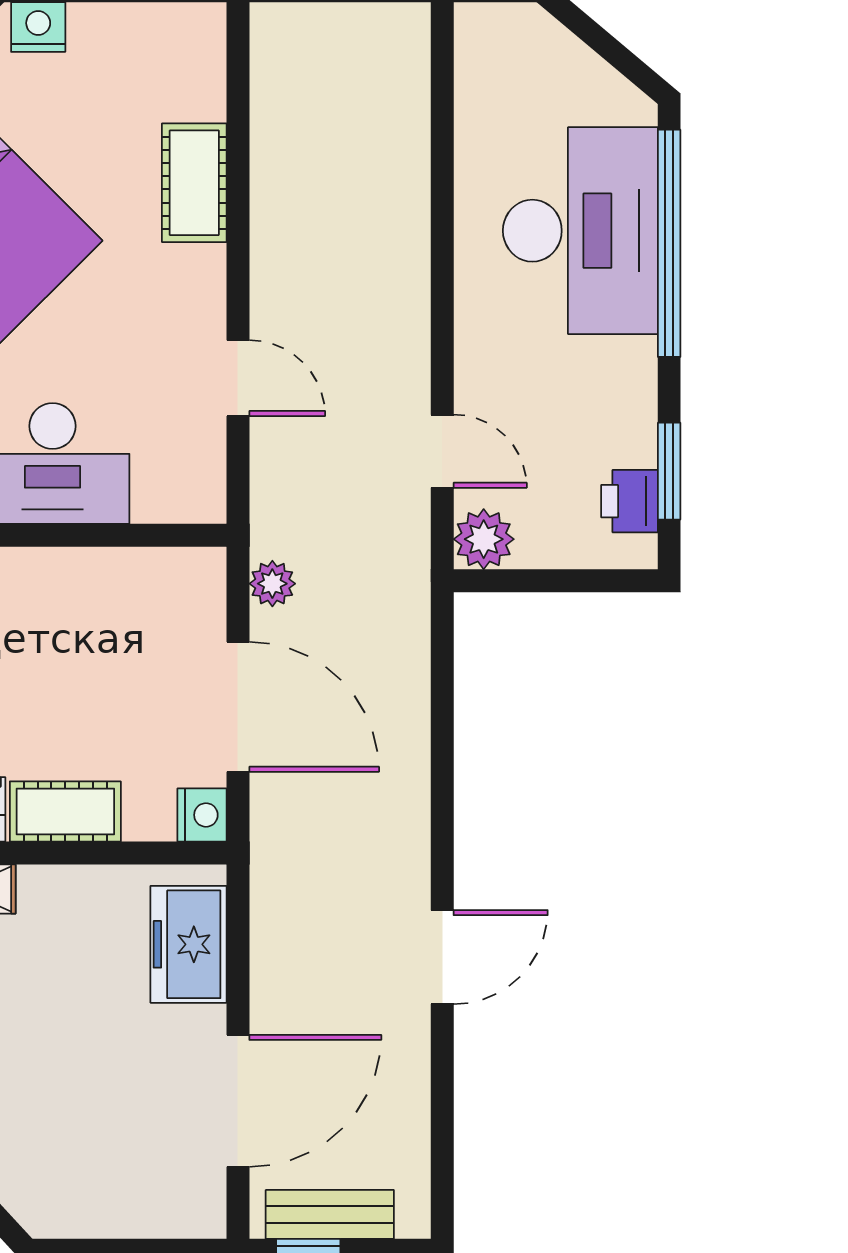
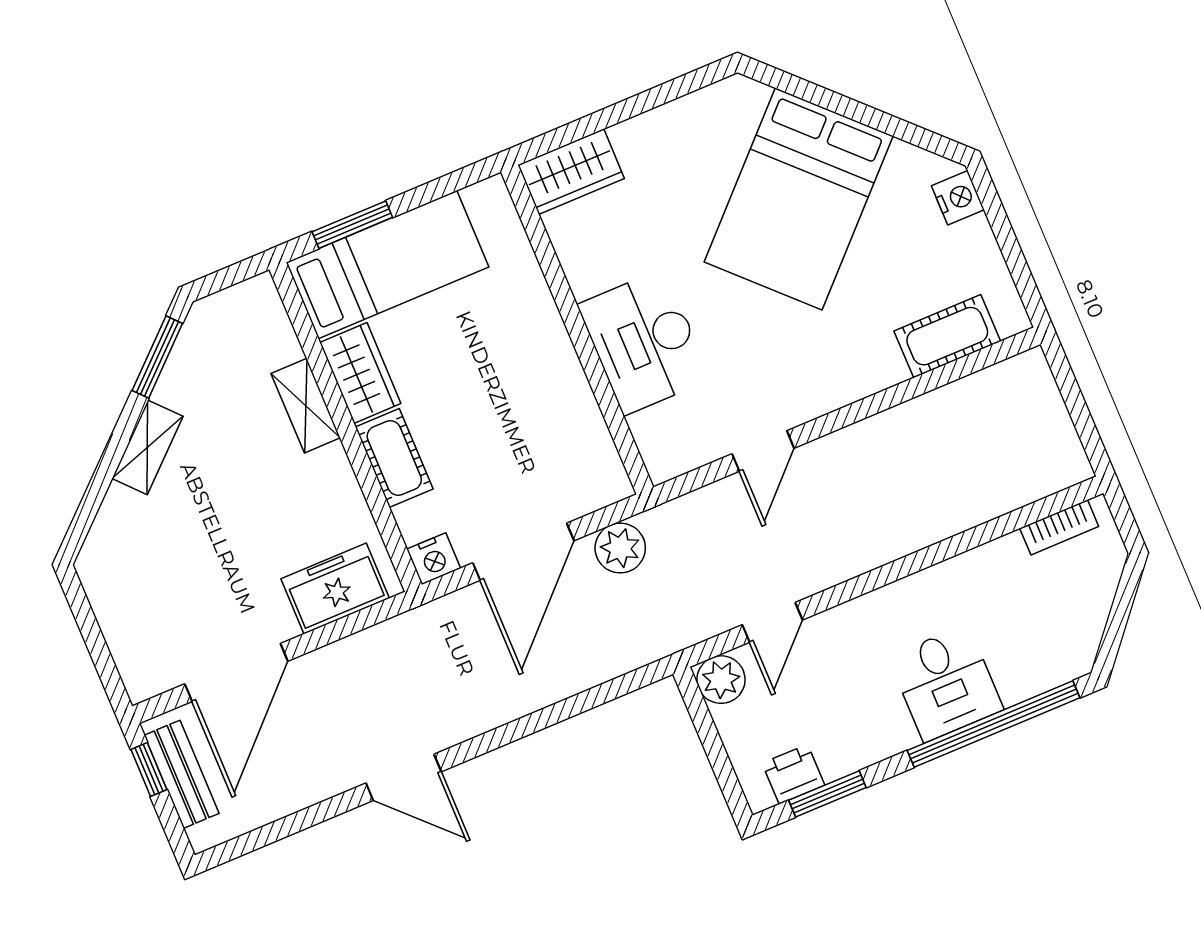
bookcase: (472, 70) -> (1059, 527), added
cot: (194, 183) -> (947, 336), moved
desk: (580, 231) -> (946, 683), width x0.53, depth x0.77
plant: (272, 584) -> (620, 548), width x1.38, depth x1.38
door: (238, 1101) -> (236, 672), hinge flipped

